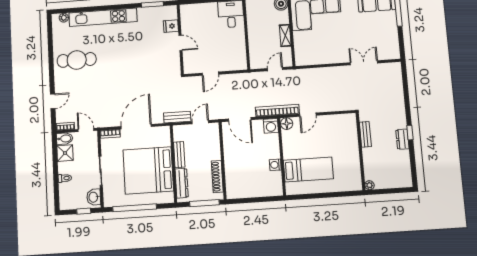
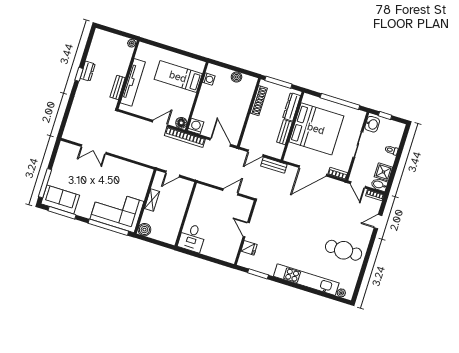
tv unit: (352, 146) -> (133, 82), added
washing machine: (275, 165) -> (209, 79), moved
boiler: (249, 192) -> (236, 77), added

